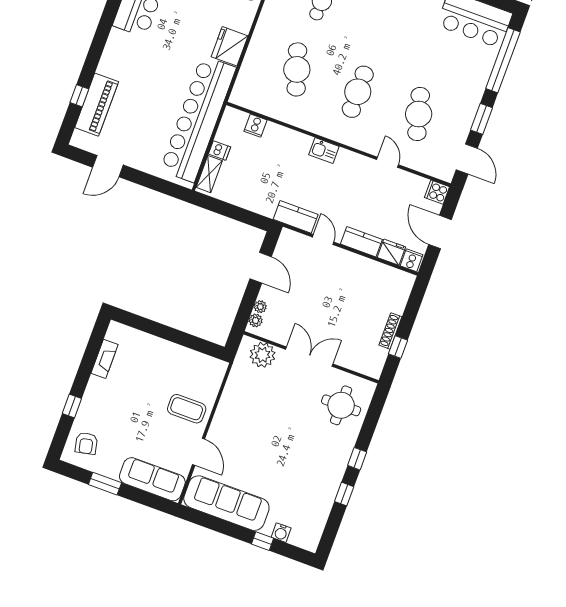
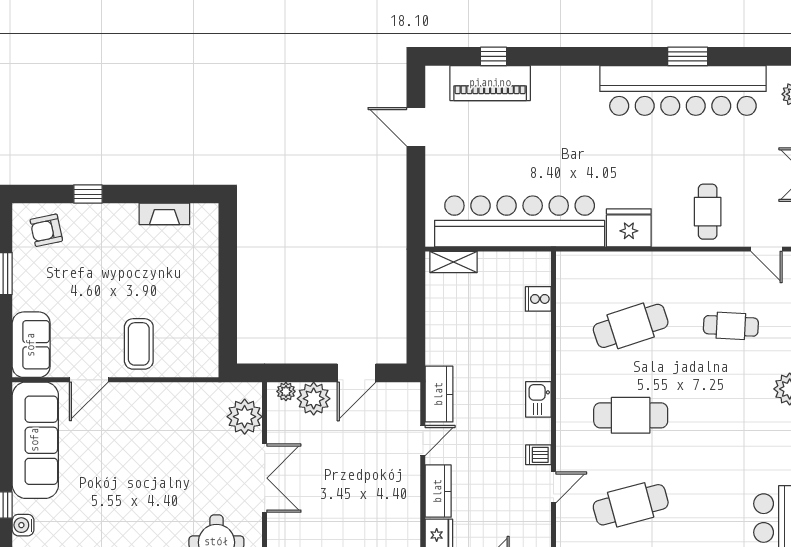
dishwasher: (219, 151) -> (538, 455), moved, turned 90
plant: (260, 307) -> (314, 399), width x1.87, depth x1.87
sofa: (152, 479) -> (31, 345), width x0.73

